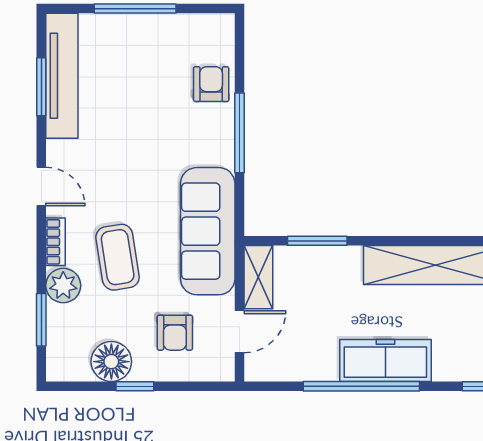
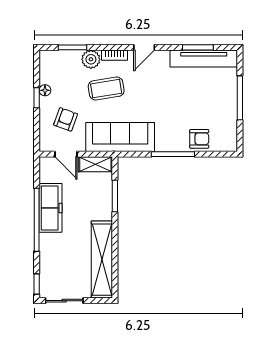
armchair: (175, 333) -> (66, 119), turned 110
freezer: (385, 360) -> (51, 208), moved
floor lamp: (111, 362) -> (45, 90), width x0.53, depth x0.53

